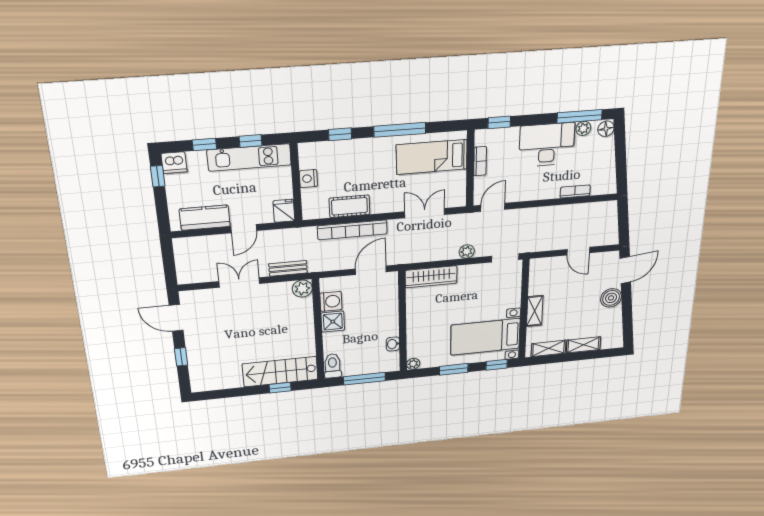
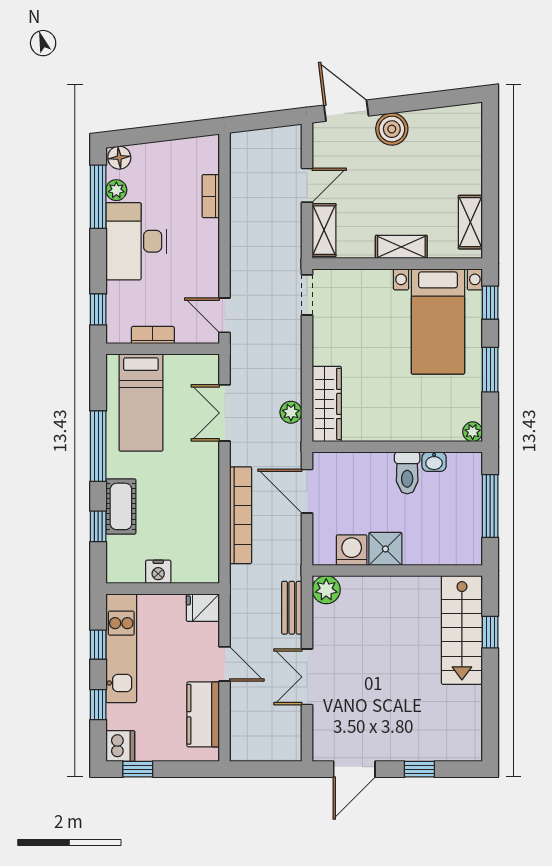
cot: (349, 206) -> (121, 506), moved
plant: (467, 252) -> (291, 412), moved
shelving: (583, 345) -> (324, 230), moved
toilet: (333, 366) -> (407, 473), moved, turned -90

